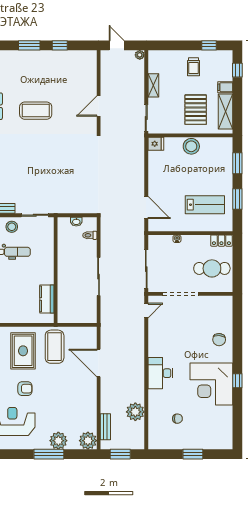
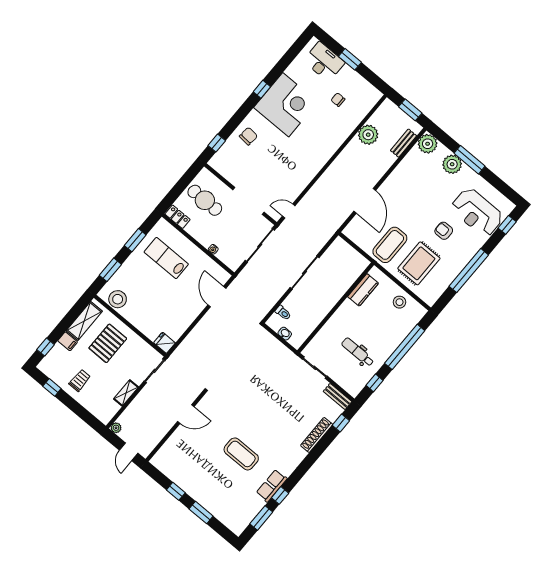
stool: (191, 146) -> (118, 299), moved
stool: (12, 227) -> (399, 302), moved
window: (237, 316) -> (217, 143), added
desk: (160, 373) -> (324, 62), moved, turned -90

